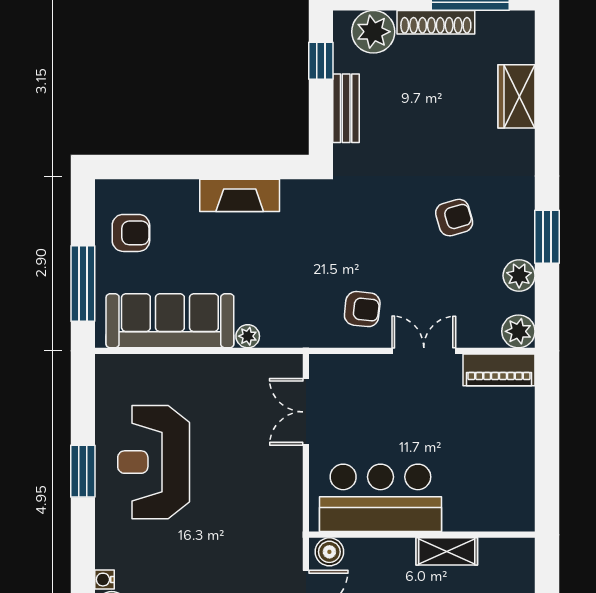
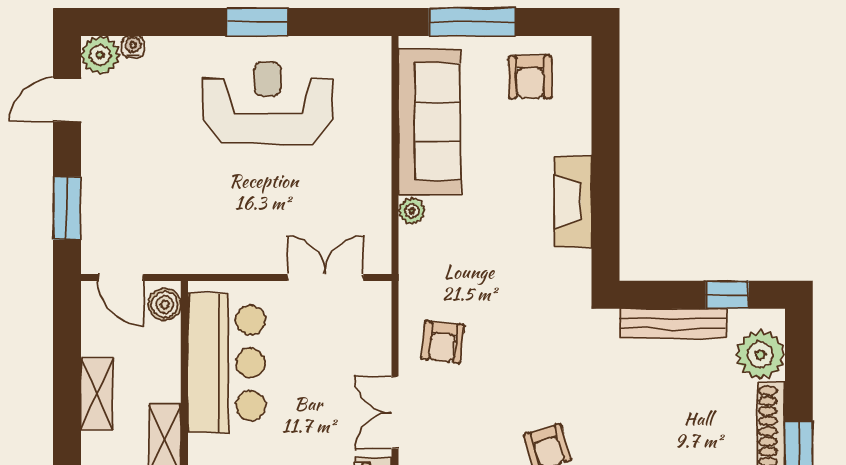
bench: (346, 108) -> (673, 324), width x1.36
double door: (424, 351) -> (395, 413), swing flipped

